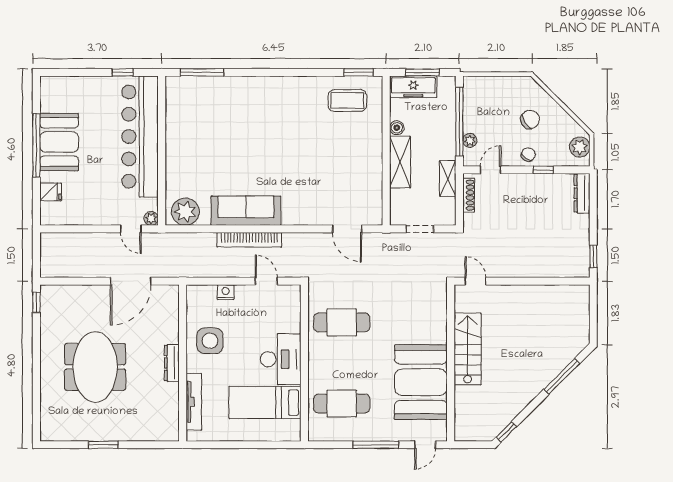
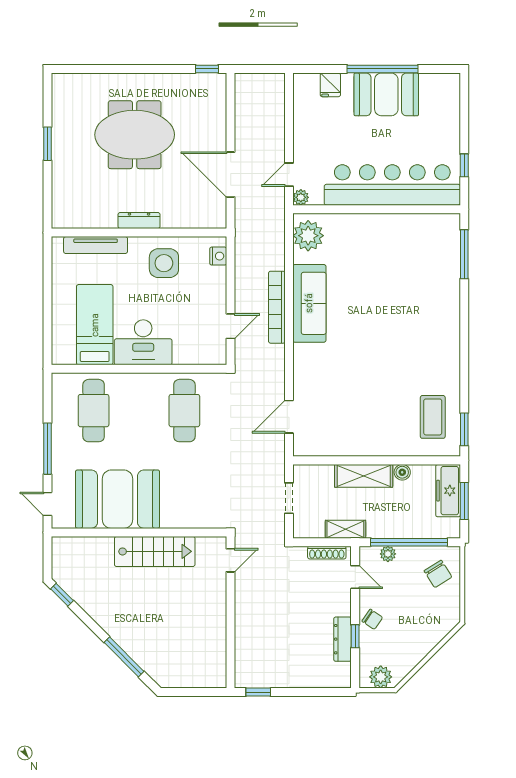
chair: (530, 119) -> (438, 574), moved
dresser: (582, 193) -> (343, 639), moved, turned -90
nightstand: (226, 292) -> (218, 256), moved

